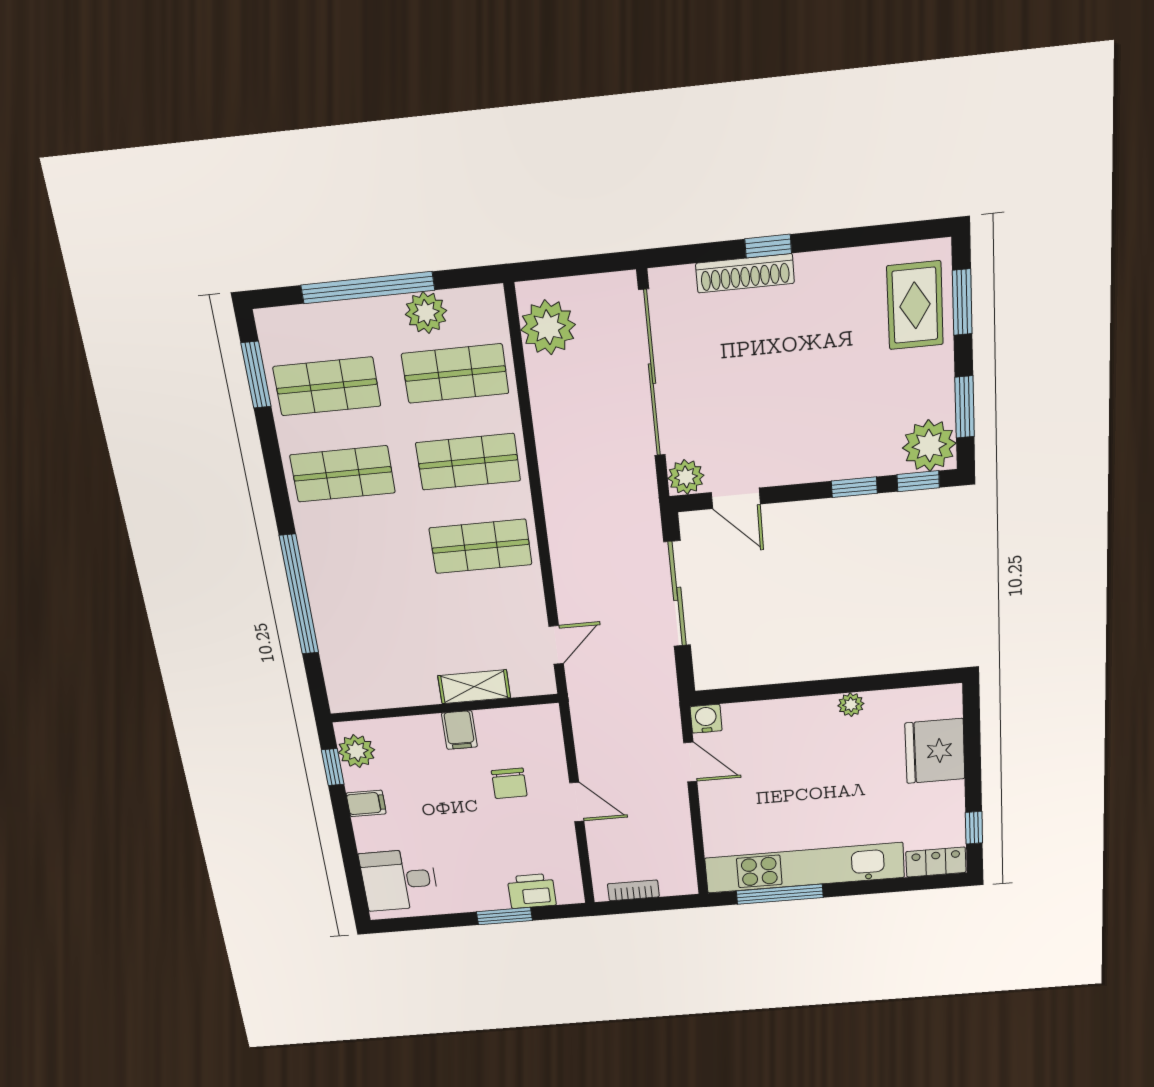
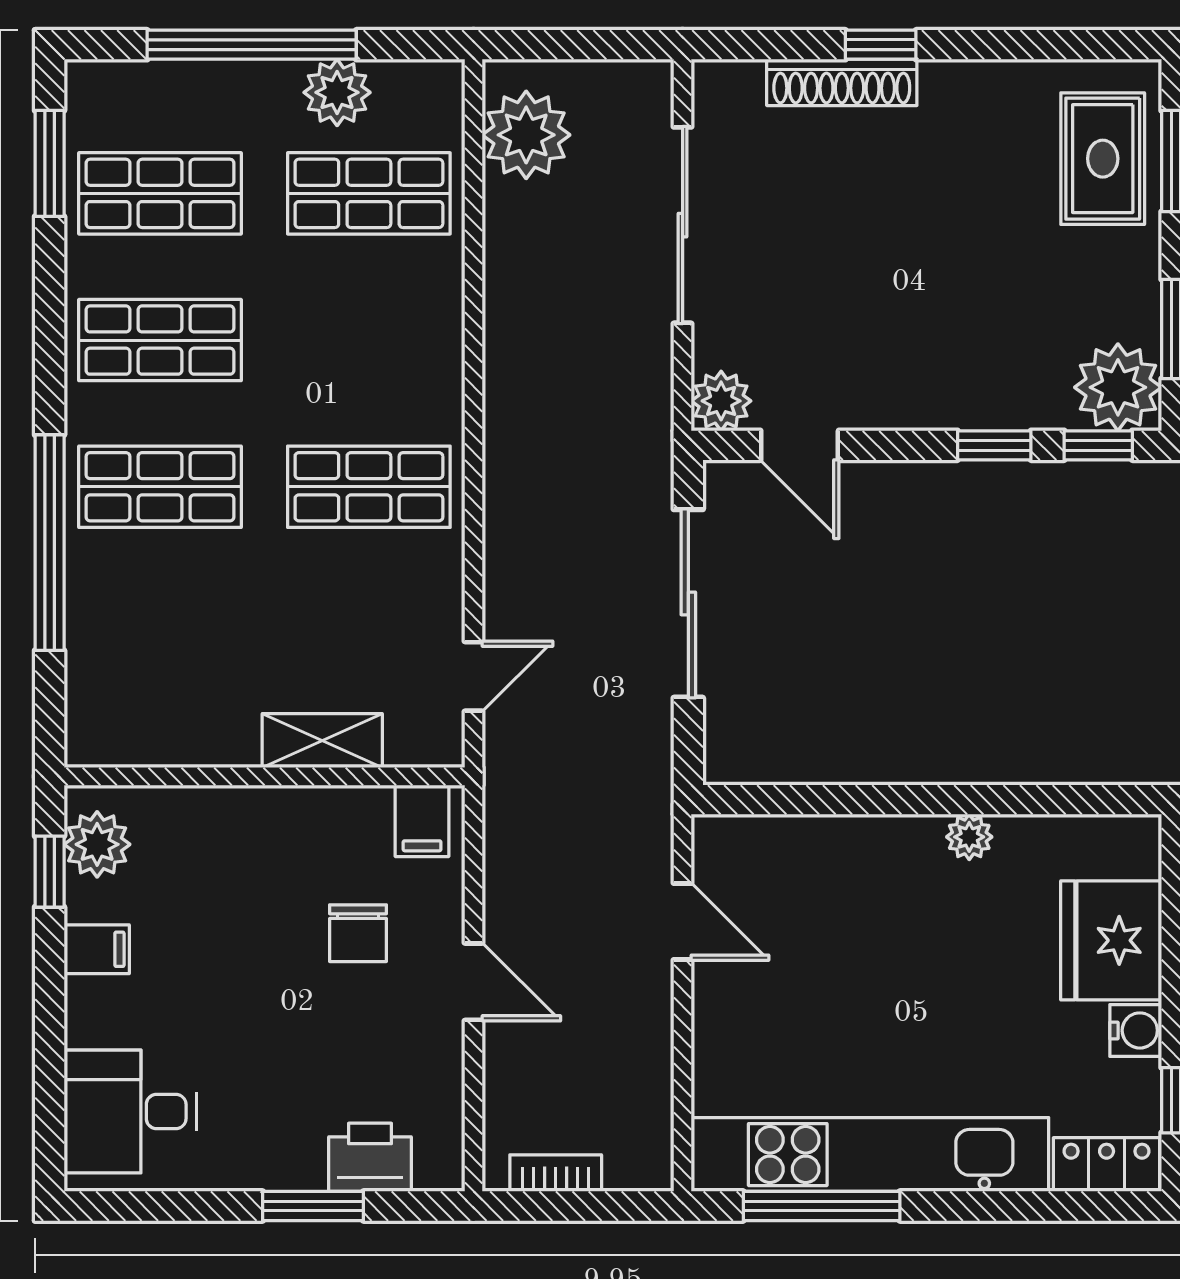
sliding door: (652, 374) -> (683, 225), width x0.73
shop shelf: (468, 462) -> (160, 487), moved
water cooler: (706, 719) -> (1136, 1030), moved, turned 90
filing cabinet: (459, 730) -> (422, 821), moved

